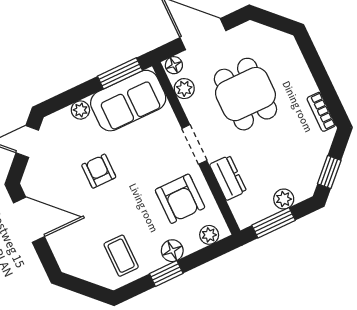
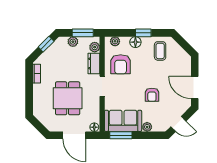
plant: (184, 89) -> (95, 47), moved
armchair: (180, 199) -> (121, 64), turned 180

